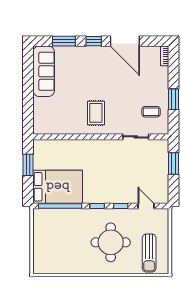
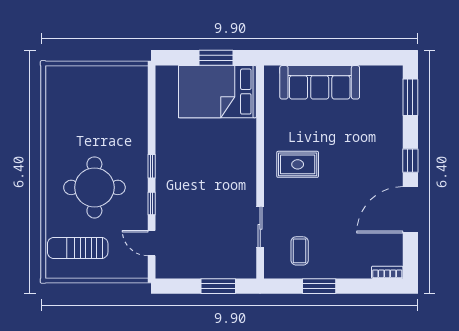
window: (64, 41) -> (410, 97), moved
sofa: (44, 71) -> (320, 82), moved
bed: (58, 187) -> (217, 92), moved, turned 90
window: (60, 206) -> (152, 108), removed
door: (146, 206) -> (152, 243), swing flipped

